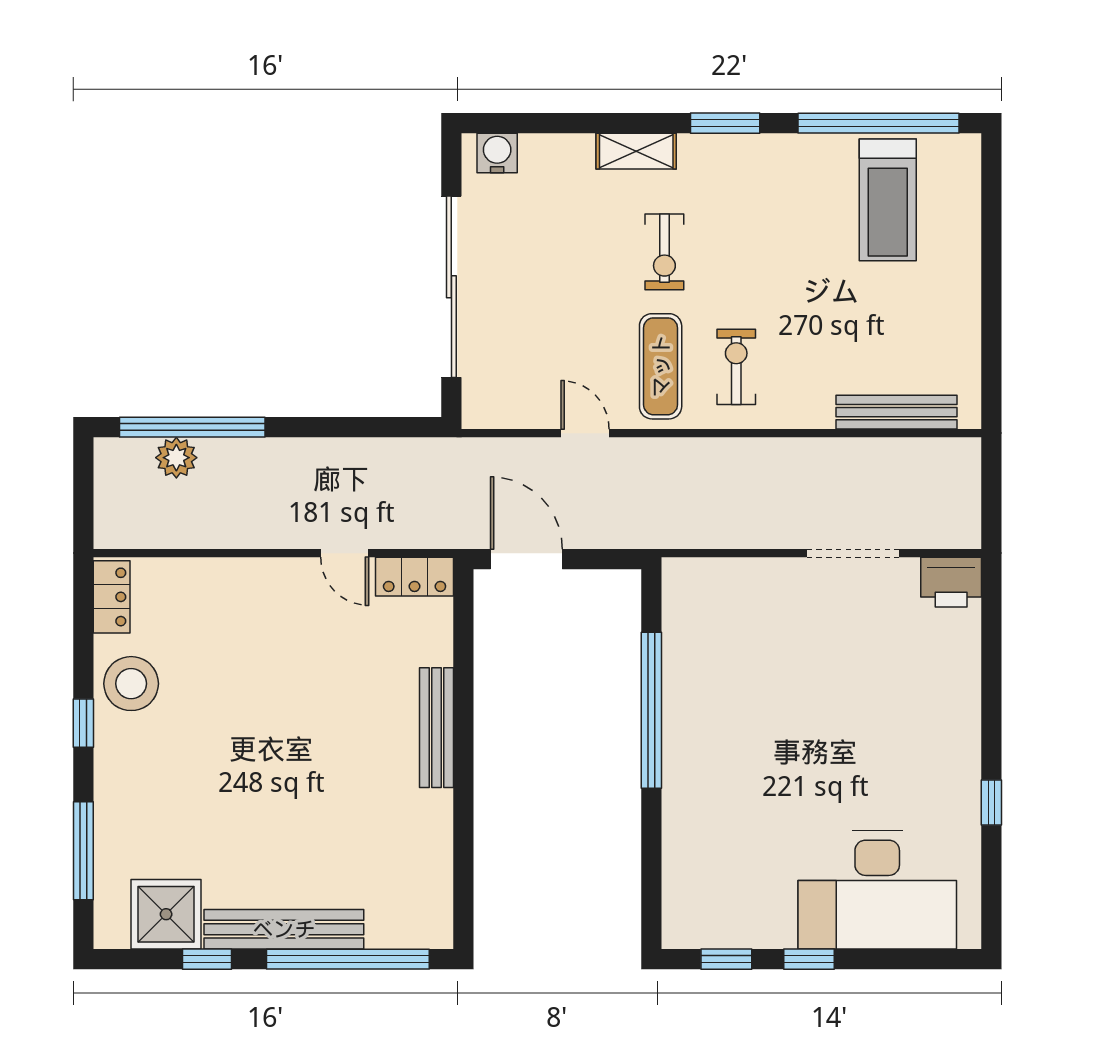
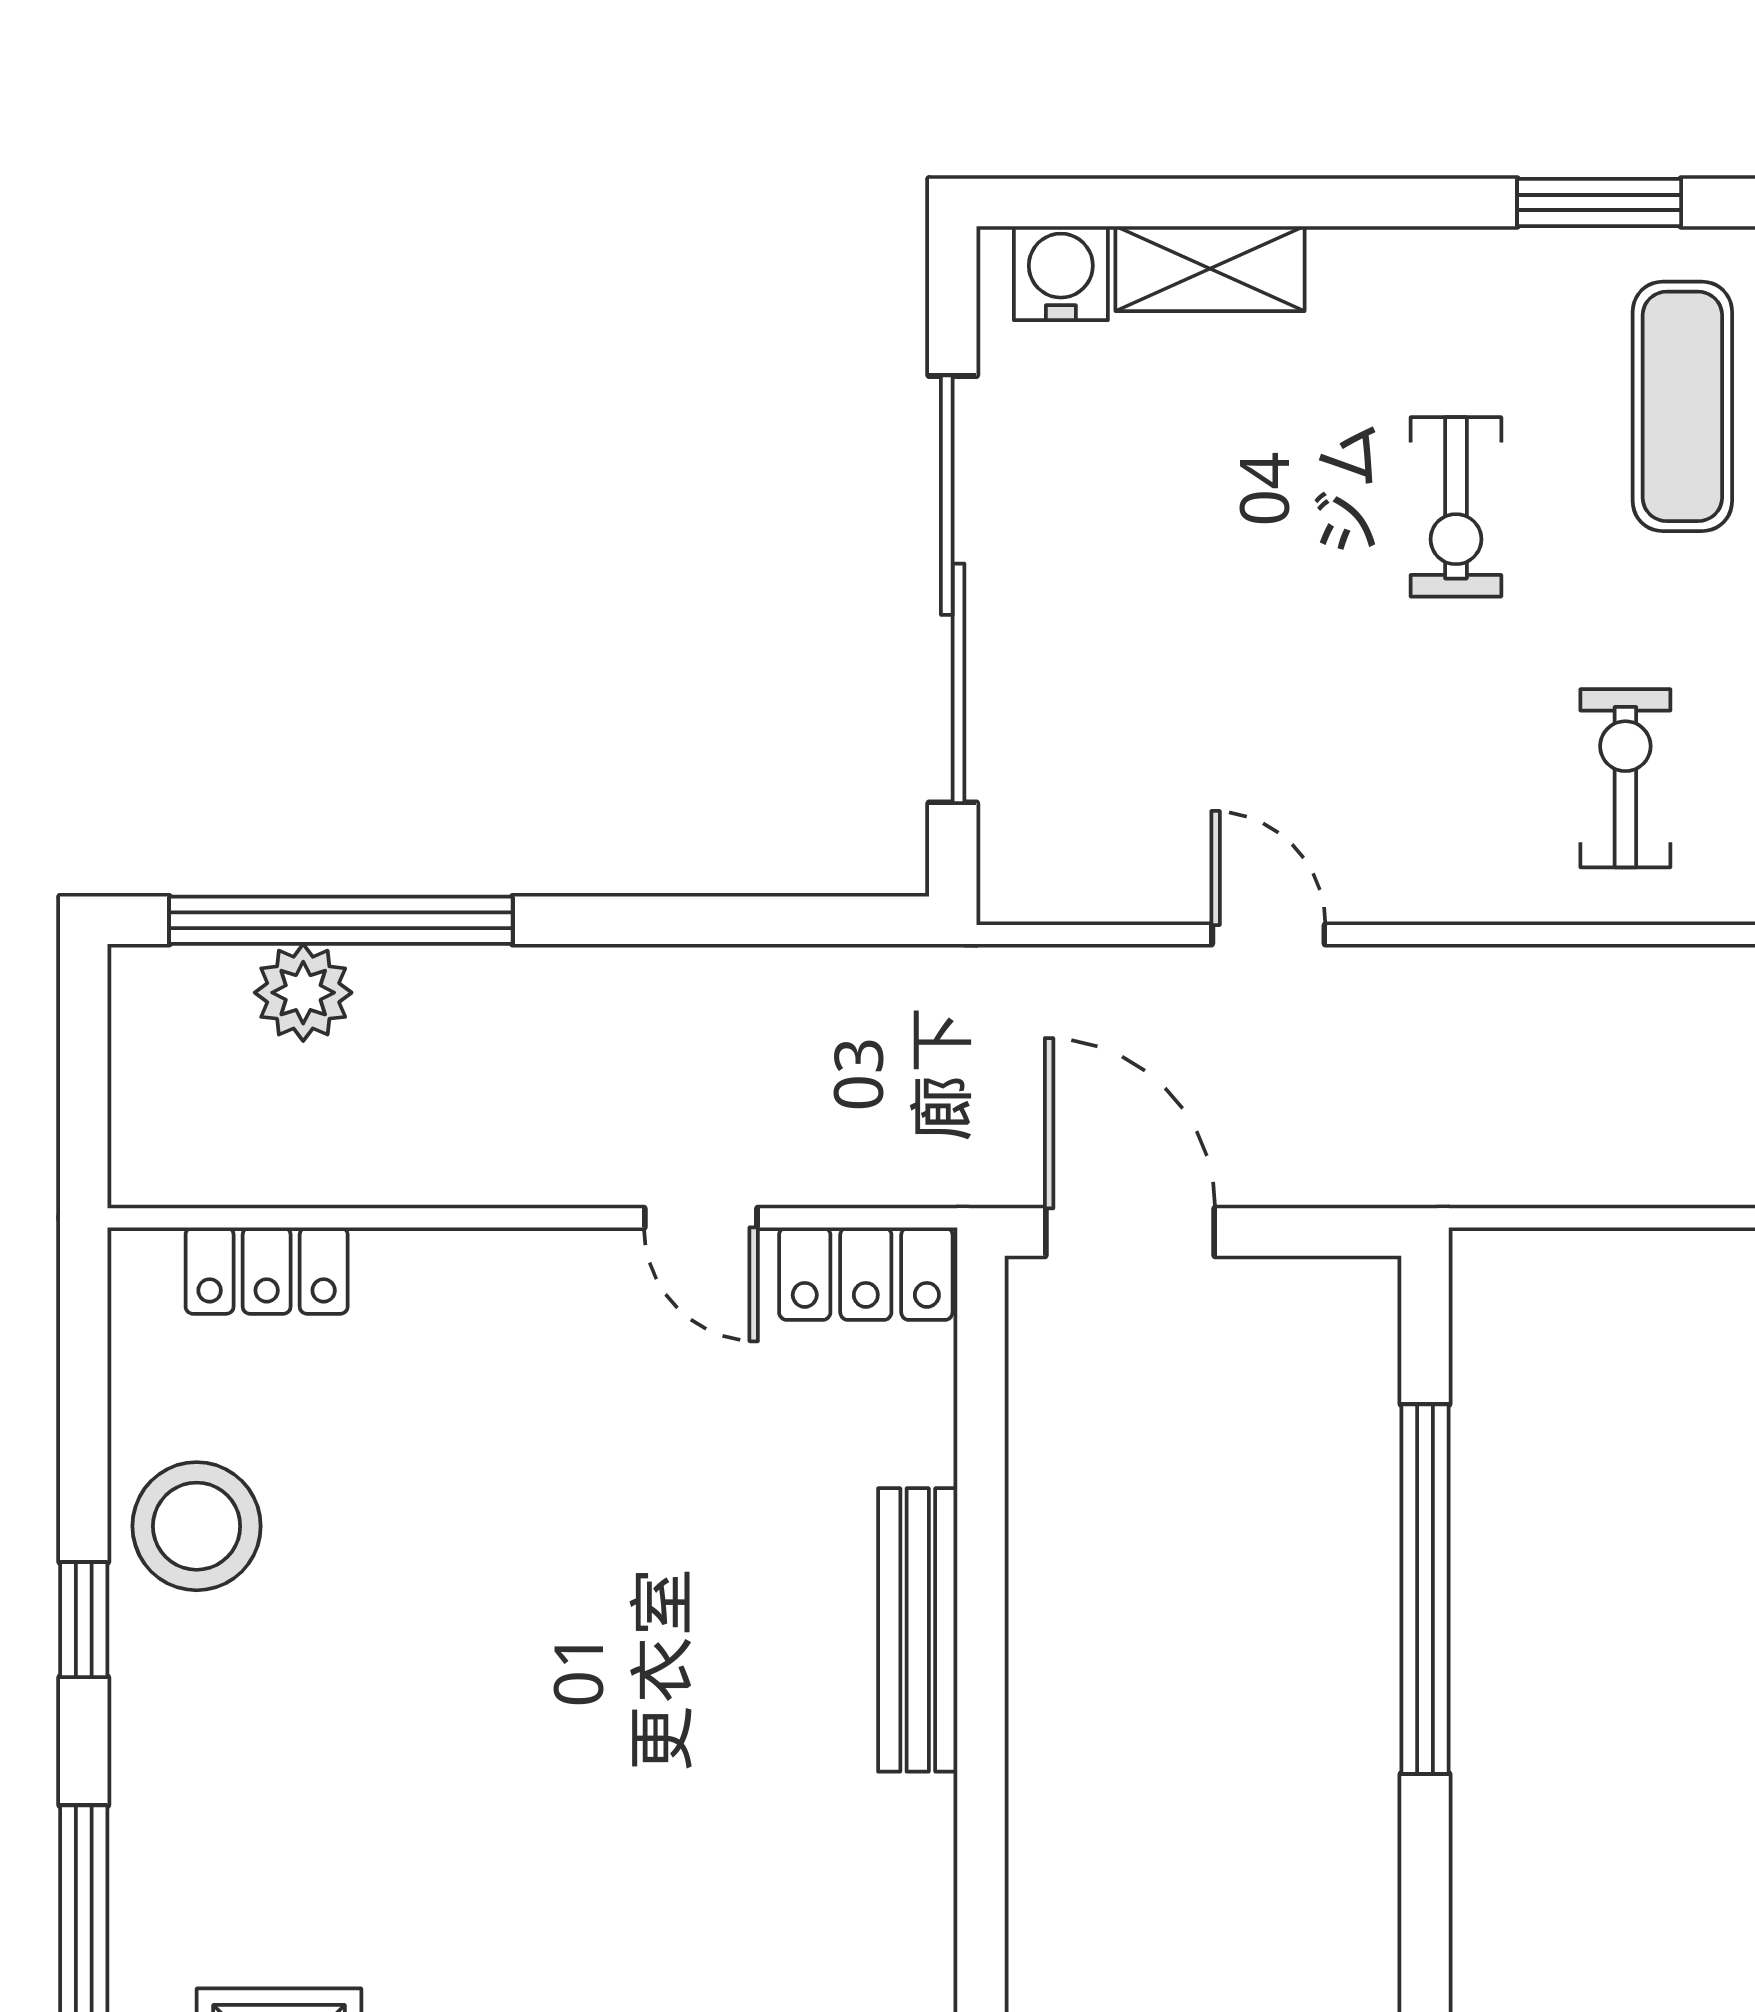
shelving: (636, 151) -> (1210, 269), moved
exercise mat: (661, 366) -> (1682, 406), moved
locker: (112, 597) -> (267, 1271), moved, turned 90

